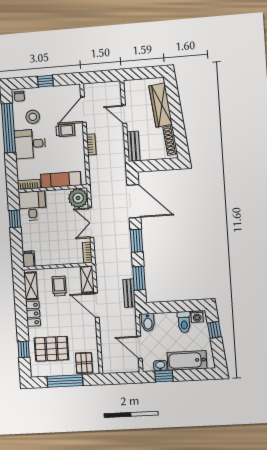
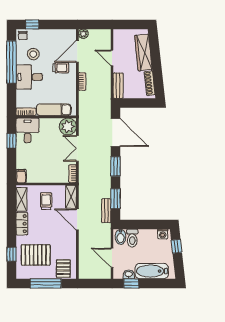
window: (45, 81) -> (32, 24), moved
plant: (89, 89) -> (83, 34), added
toilet: (184, 322) -> (132, 238), moved

